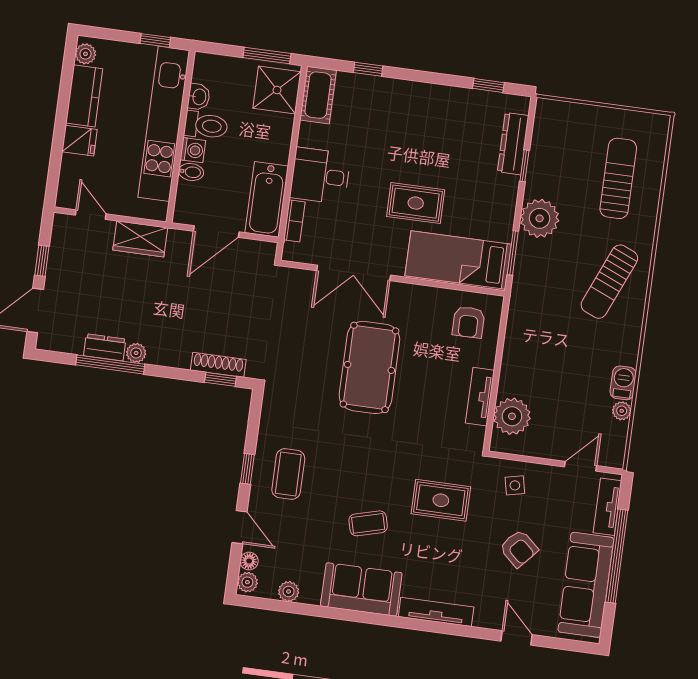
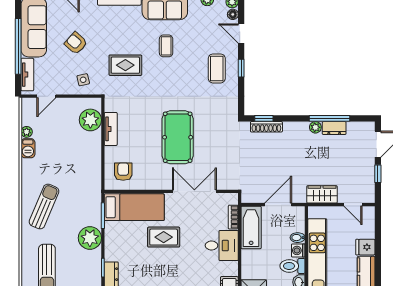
coffee table: (368, 523) -> (166, 46), turned -75

